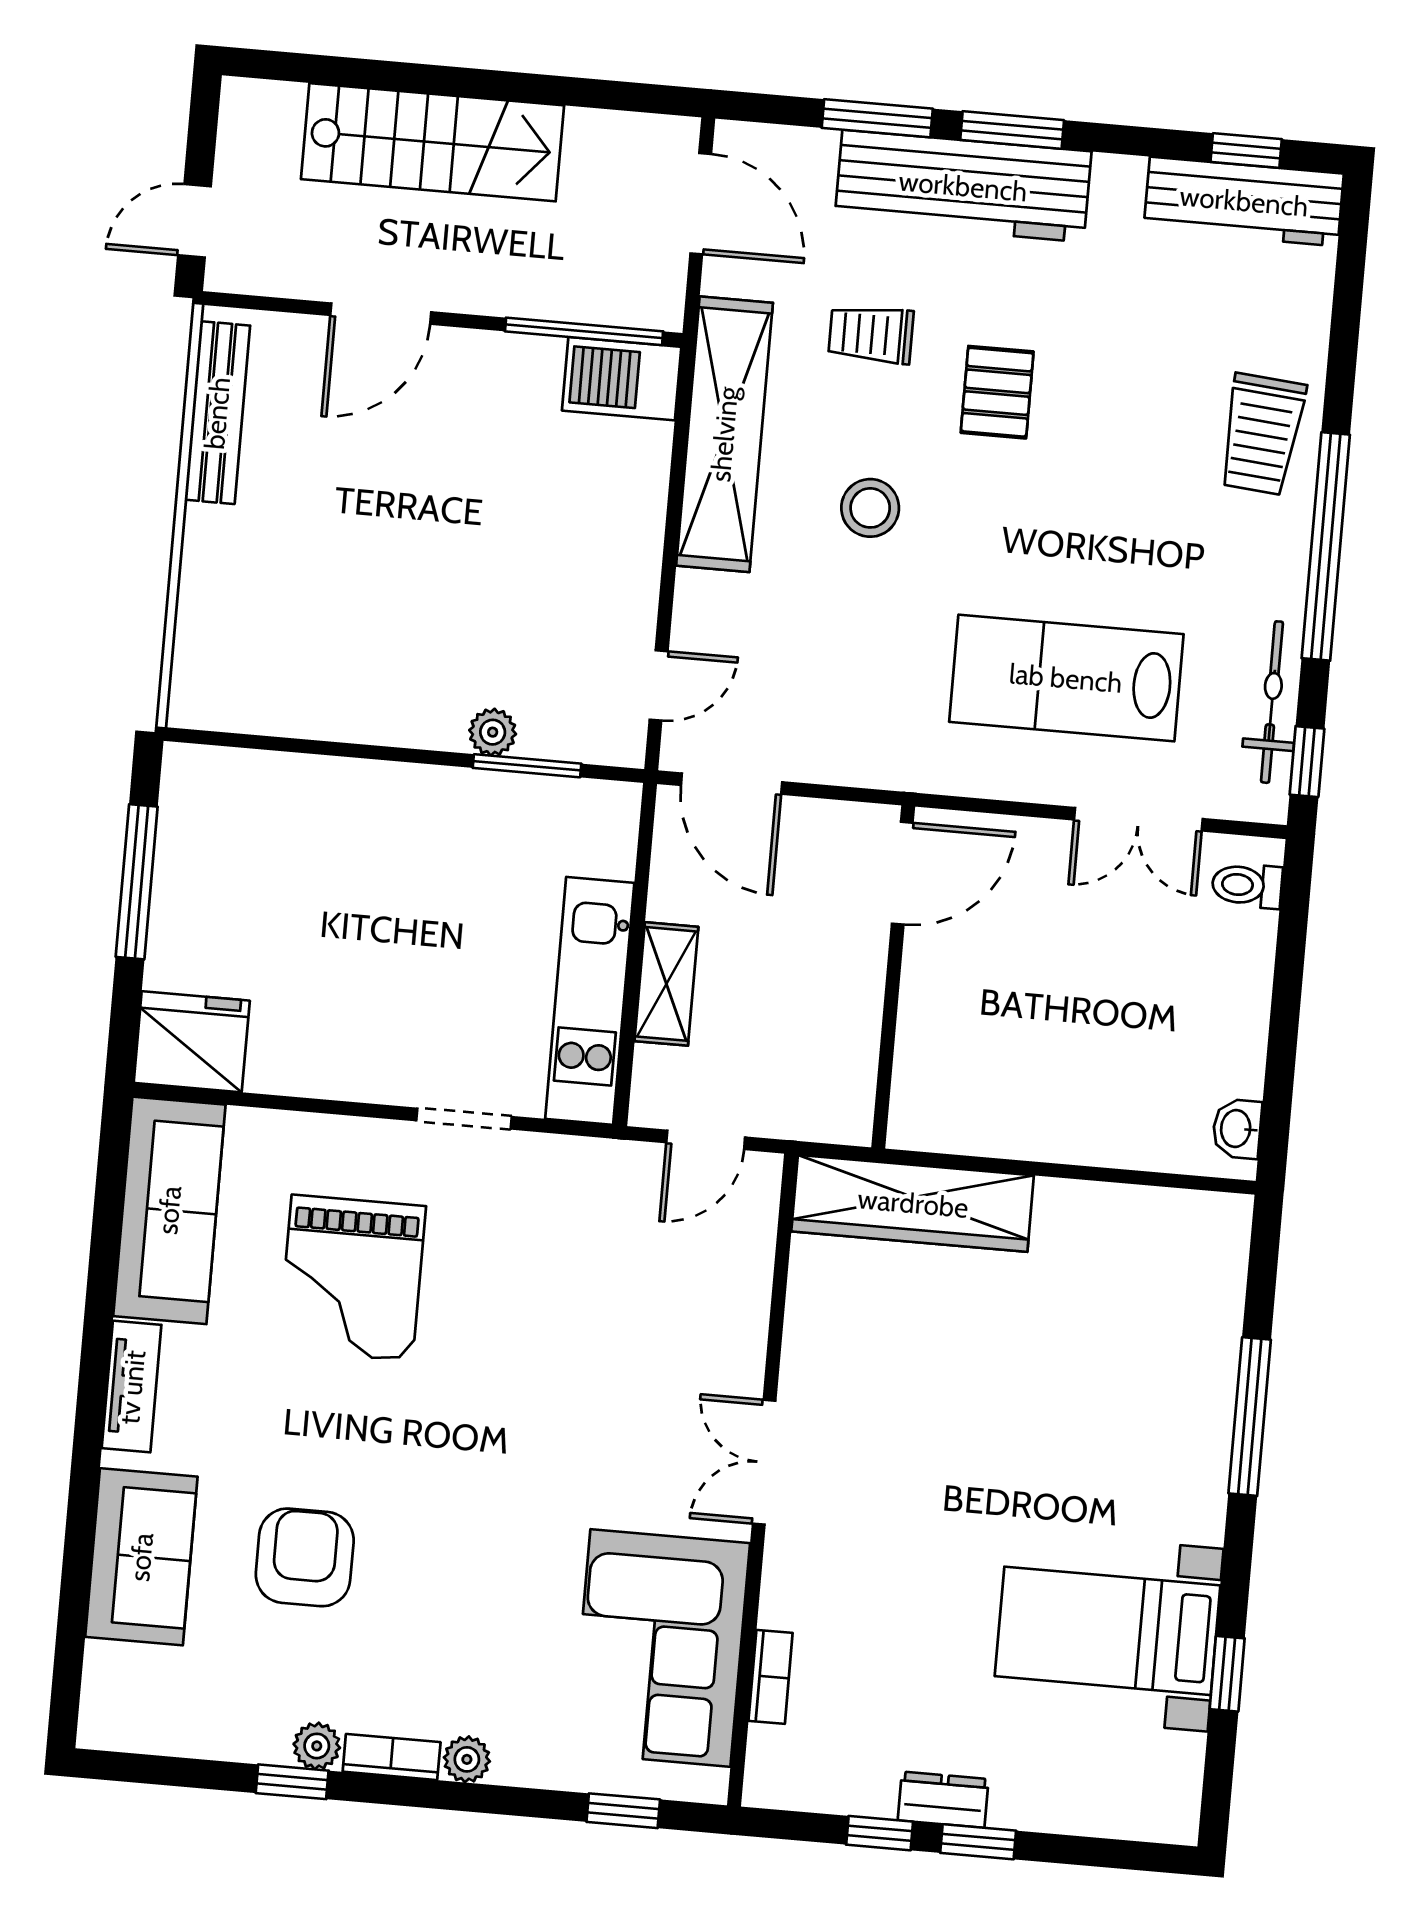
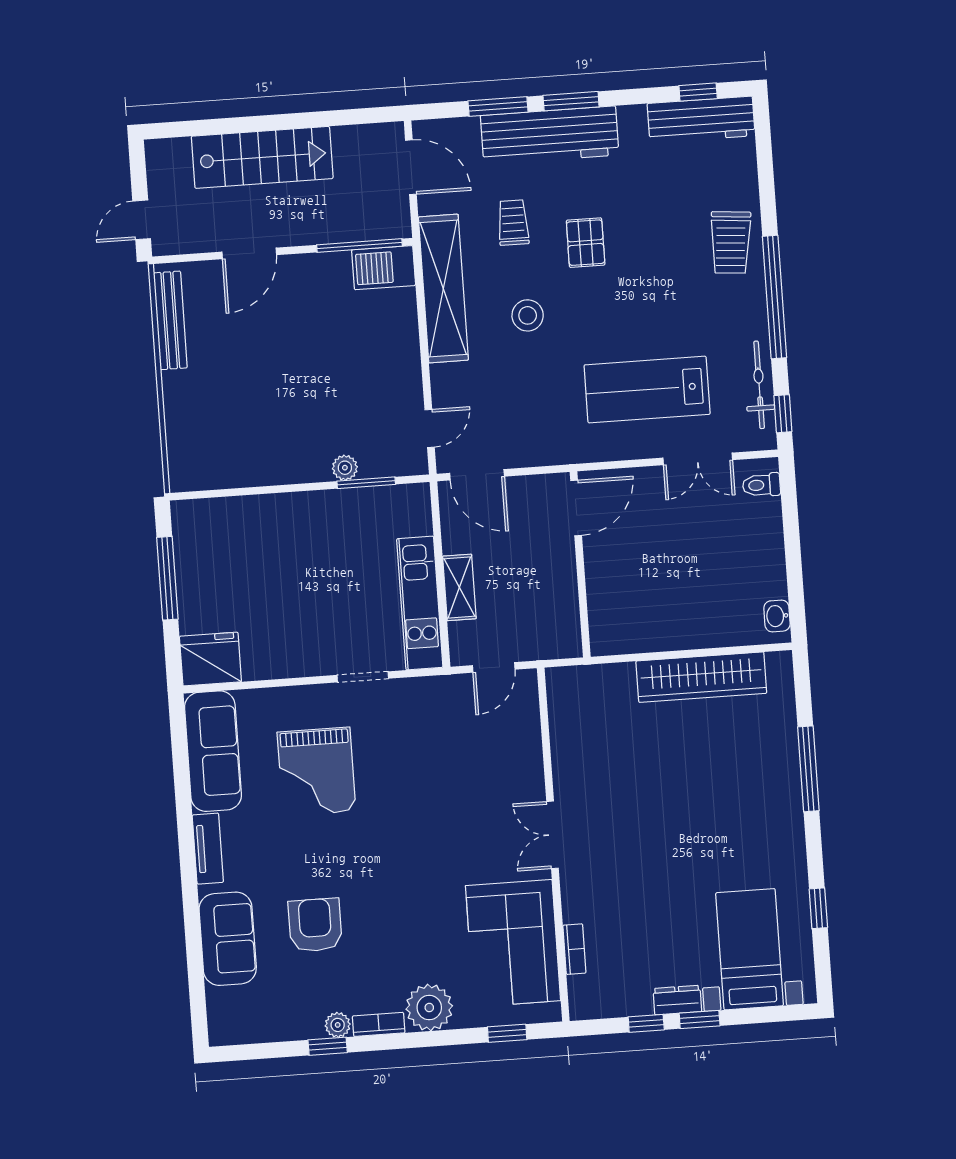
trolley: (871, 334) -> (513, 223), turned 90
wardrobe: (913, 1203) -> (701, 677), moved
bed with nightstands: (1108, 1631) -> (750, 949), moved, turned 90
plant: (467, 1759) -> (429, 1008), width x1.88, depth x1.88

